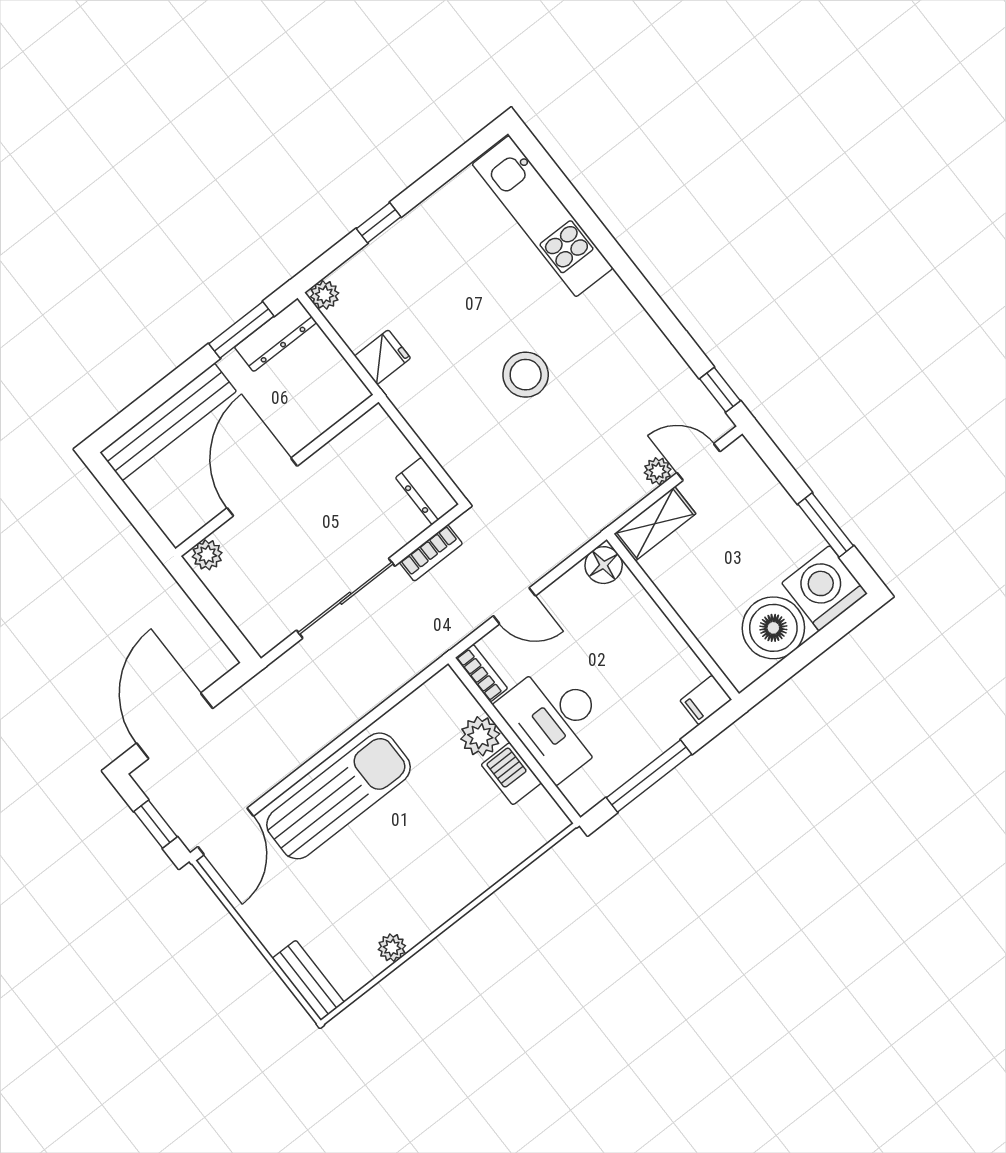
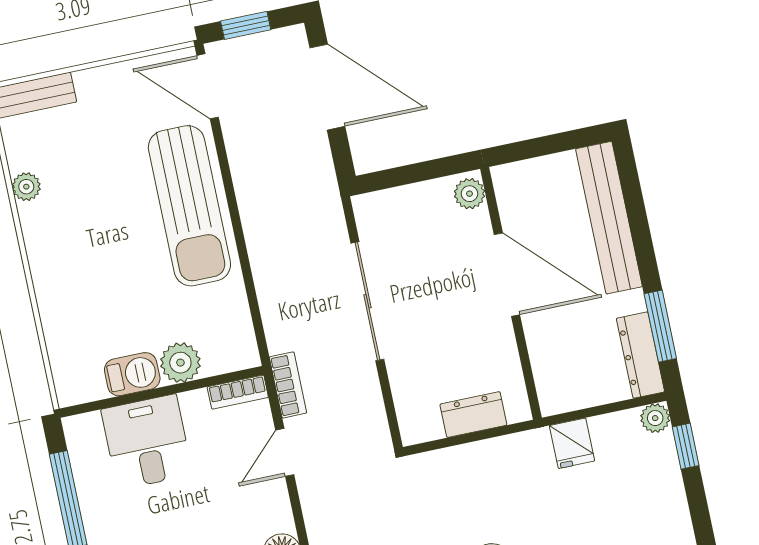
window: (379, 223) -> (686, 446), moved
dresser: (427, 491) -> (473, 415), moved
bookcase: (431, 553) -> (288, 385), moved, turned 180
desk: (556, 720) -> (147, 442), width x0.73

